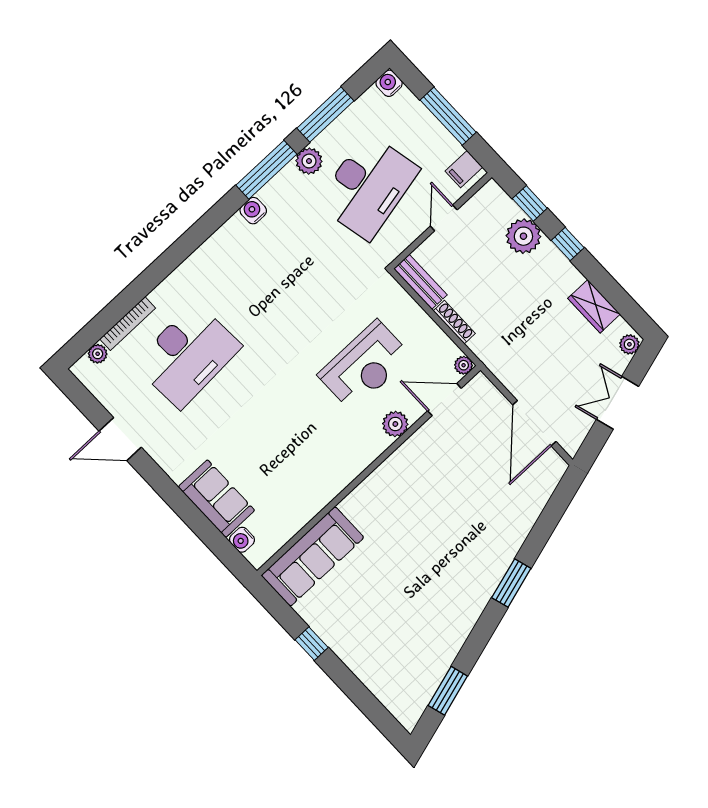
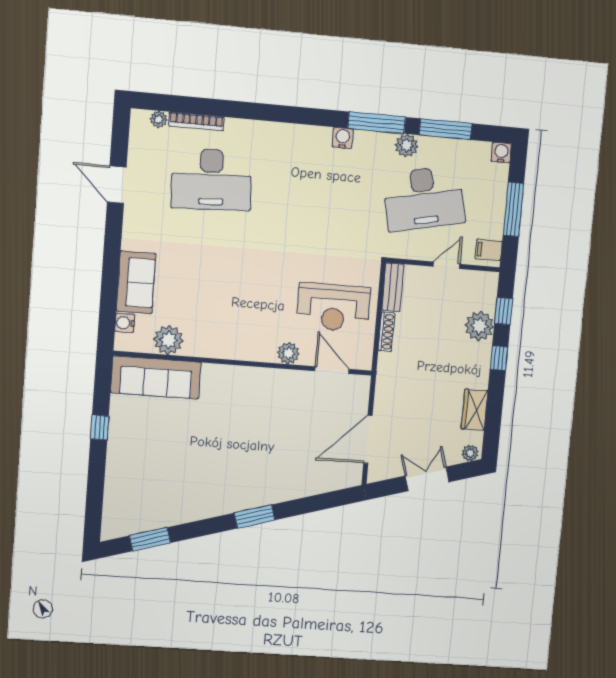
reception desk: (365, 365) -> (333, 307), moved
plant: (464, 365) -> (169, 340), moved, width x1.87, depth x1.87

